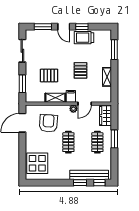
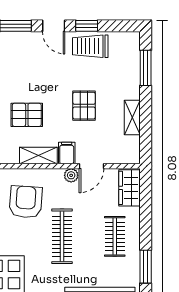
window: (114, 139) -> (146, 267), moved
clothes rail: (68, 142) -> (62, 236), width x1.36

